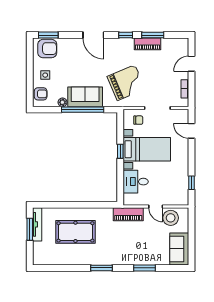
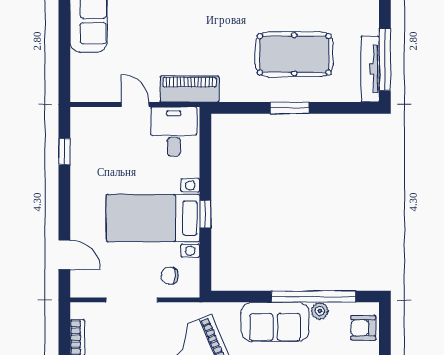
window: (83, 110) -> (313, 297), moved
desk: (136, 182) -> (174, 131), moved, turned -90
window: (78, 205) -> (289, 108), added
stool: (171, 218) -> (106, 82), removed
window: (30, 229) -> (385, 59), width x1.44

